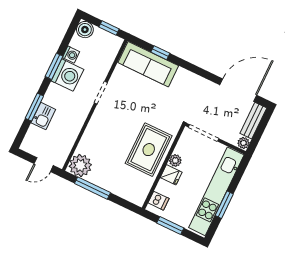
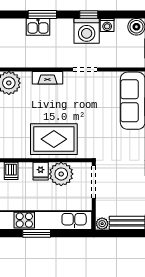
window: (54, 66) -> (89, 15), width x0.67
fireplace: (92, 129) -> (47, 78), added
plant: (175, 161) -> (61, 174), width x1.88, depth x1.88

